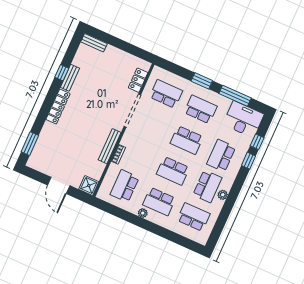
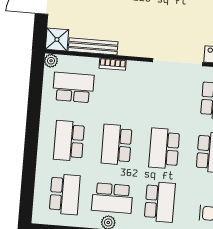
bench: (110, 146) -> (93, 46), moved
school desk: (221, 156) -> (160, 202), turned 90
plant: (143, 213) -> (51, 61), moved

